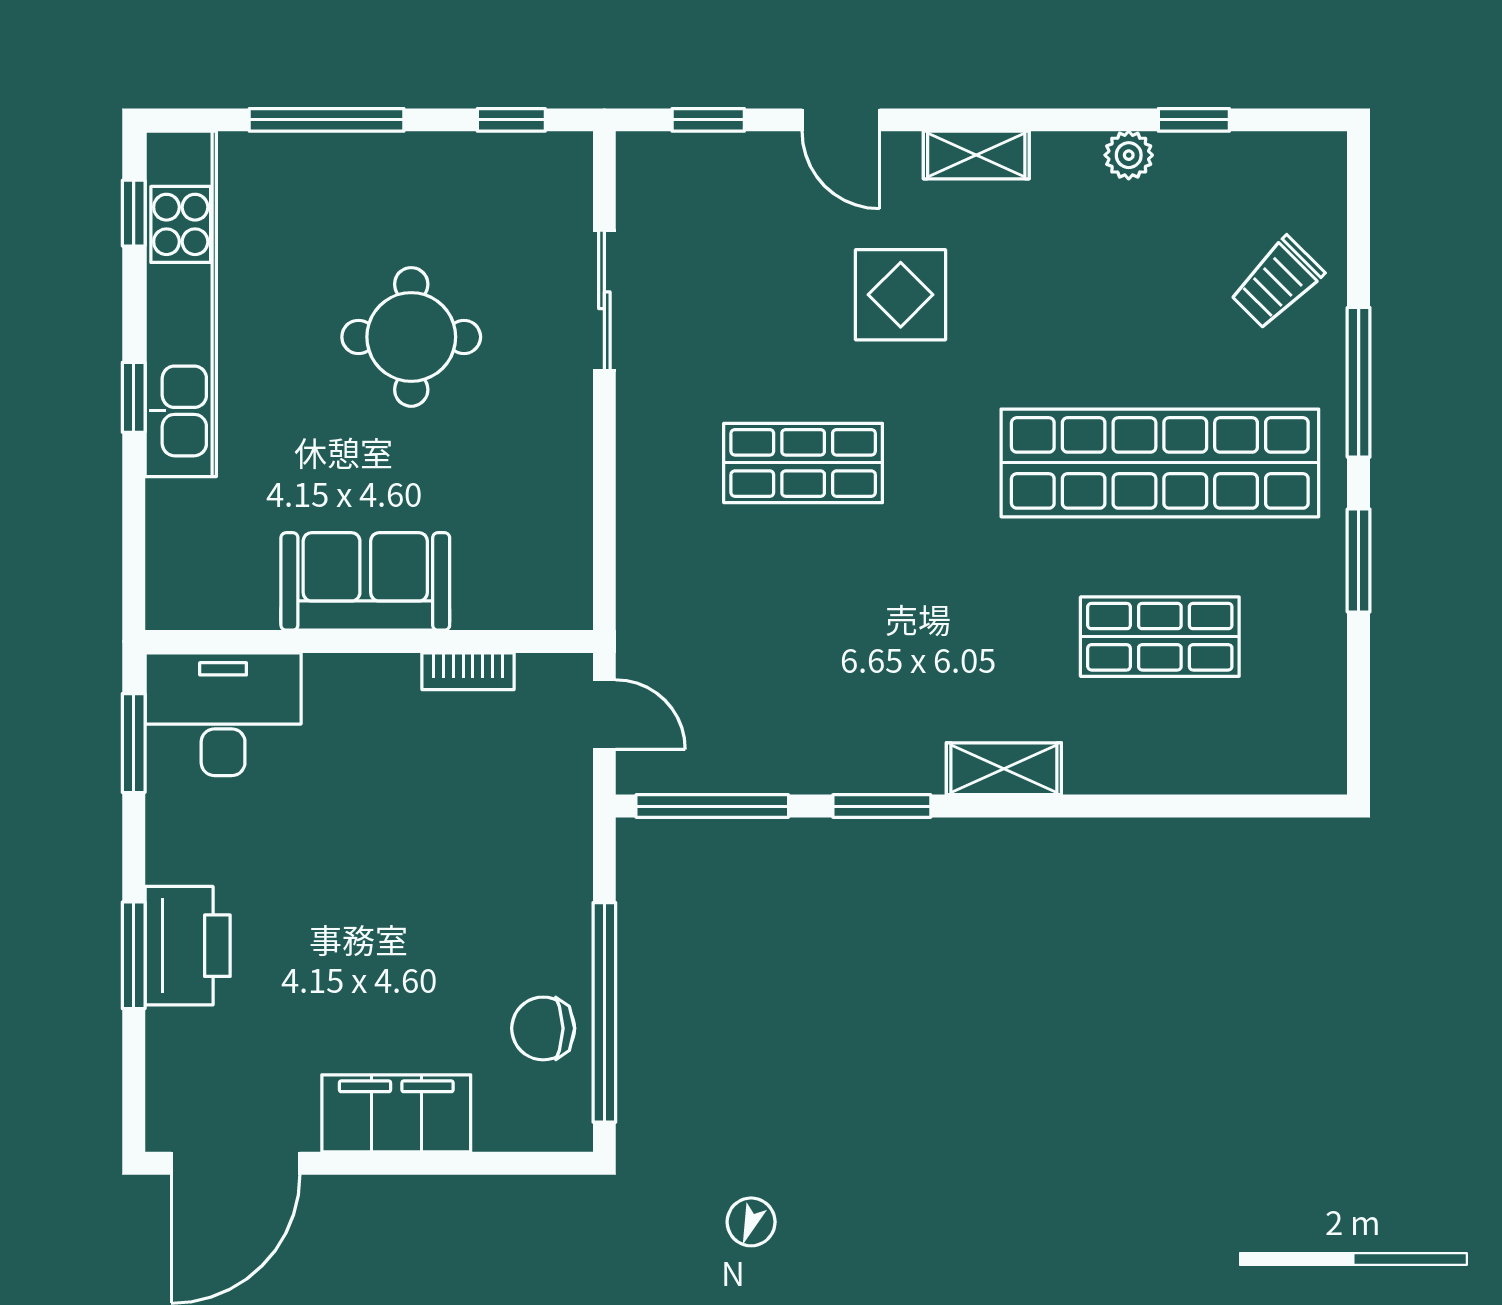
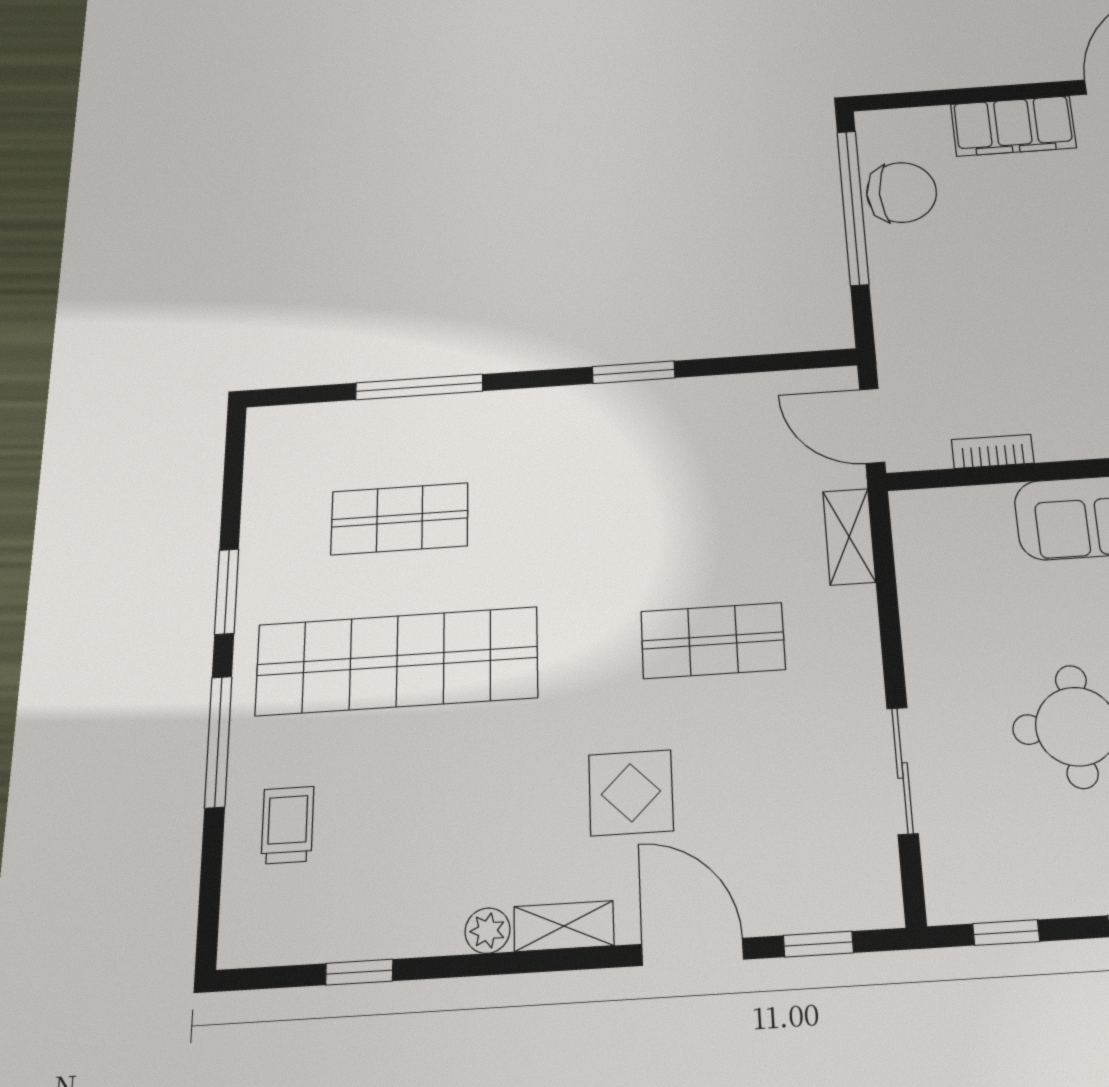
door: (841, 120) -> (692, 952), width x1.38
plant: (1129, 155) -> (487, 931), moved
trolley: (1277, 283) -> (288, 825), turned -45
door: (604, 715) -> (872, 426), width x1.38
shelving: (1004, 769) -> (849, 537), moved, turned 90
window: (712, 806) -> (419, 387), moved
chair: (543, 1028) -> (901, 192), width x1.37, depth x1.37

